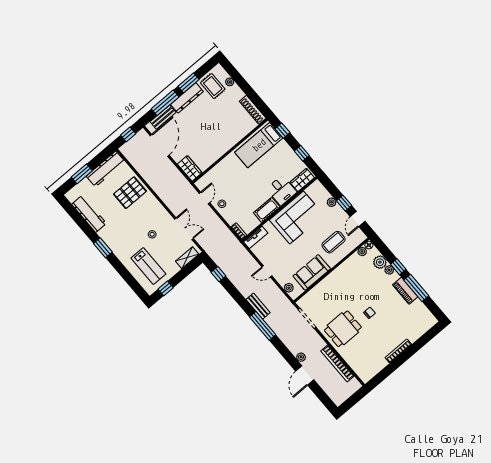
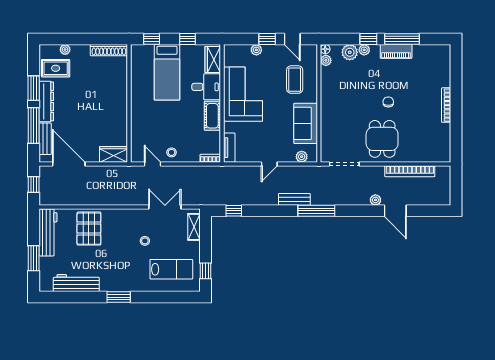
bed: (259, 145) -> (167, 72), moved

